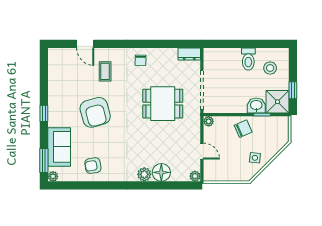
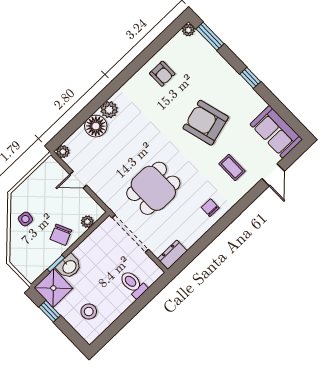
door: (85, 44) -> (273, 175), swing flipped
toilet: (248, 59) -> (133, 284), moved
plant: (209, 121) -> (87, 222), moved
sofa: (59, 147) -> (276, 132), moved
armchair: (93, 166) -> (162, 74), turned 99

